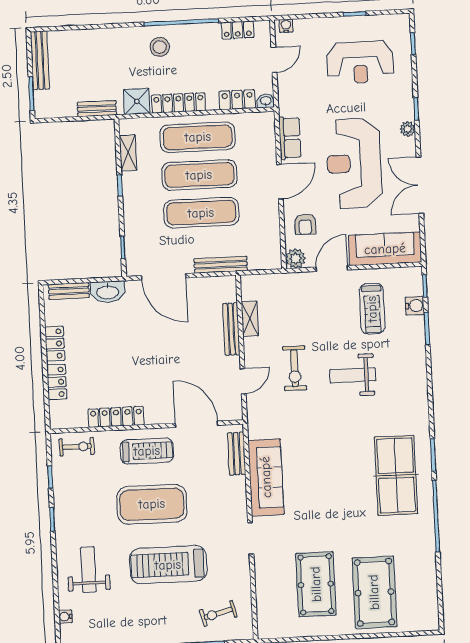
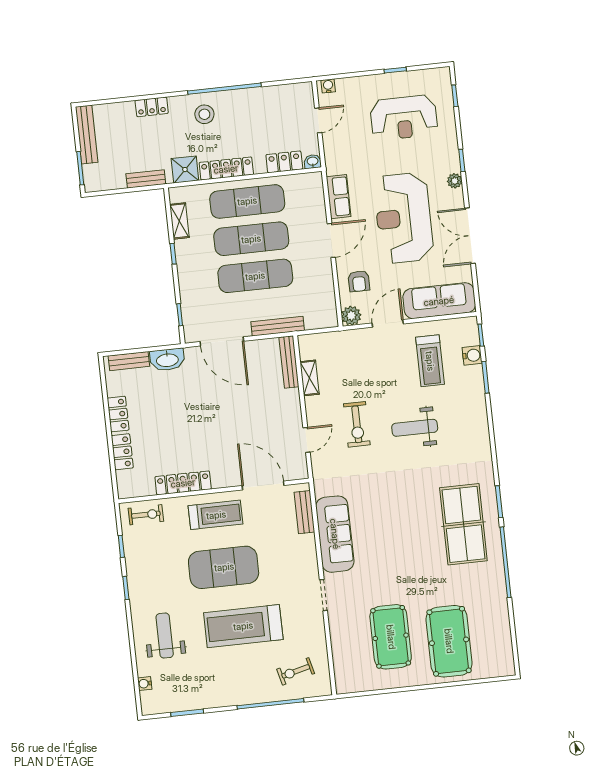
locker: (238, 30) -> (152, 107), moved
bench: (231, 329) -> (289, 362), moved

